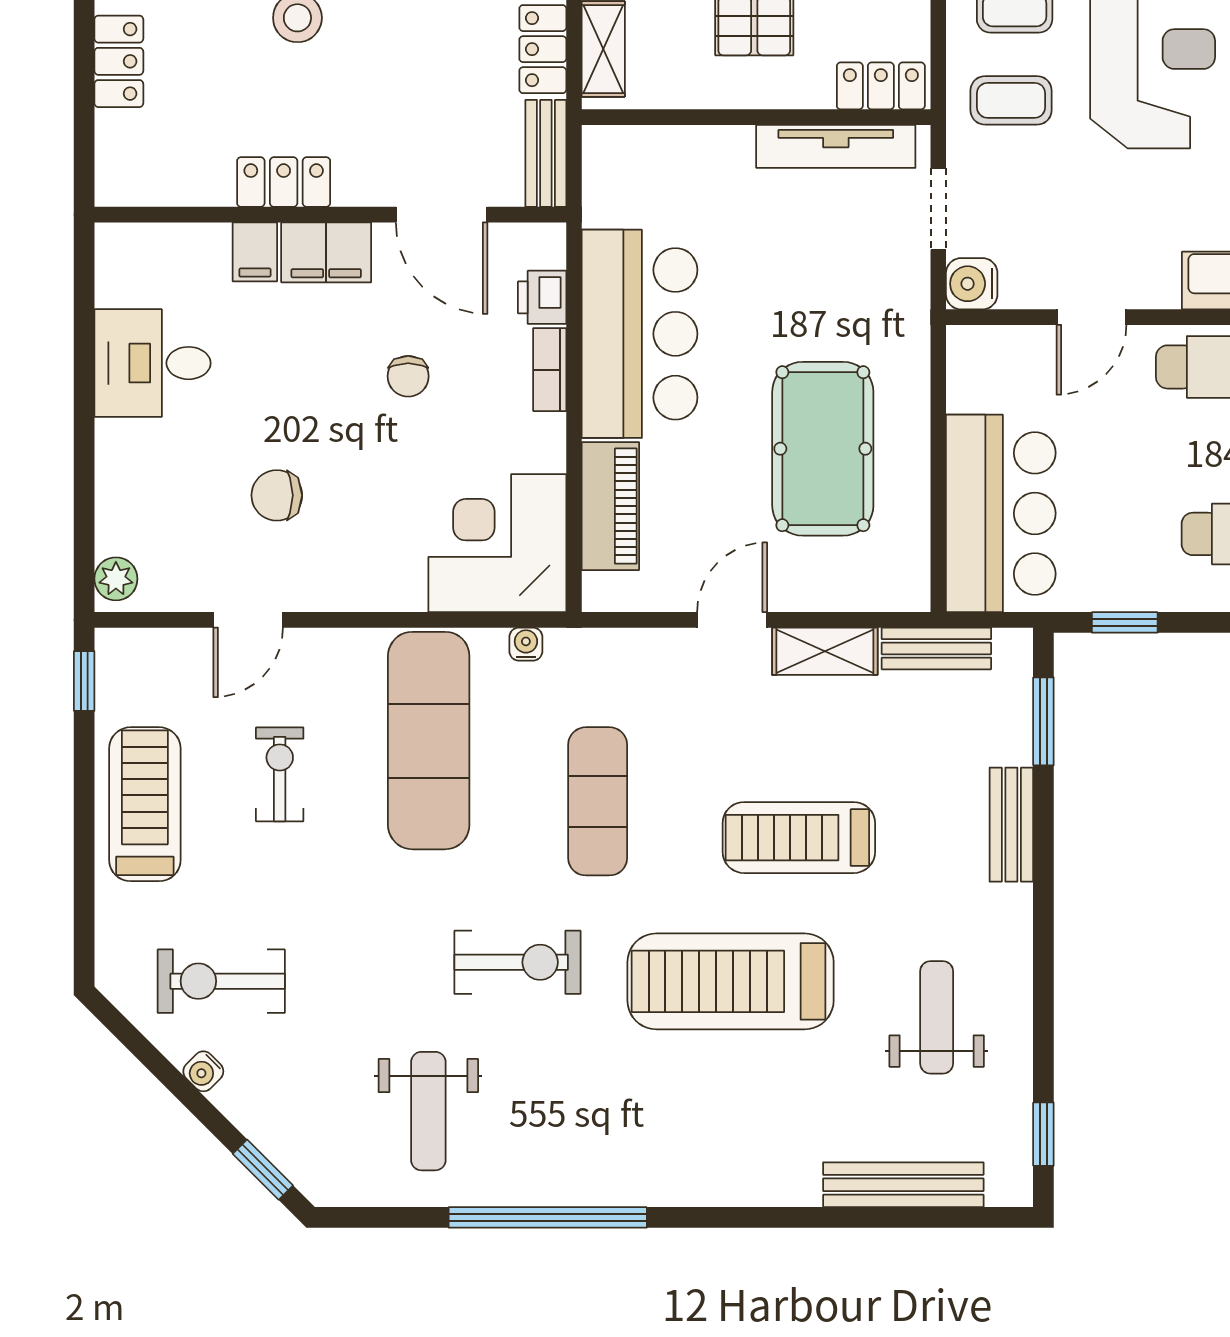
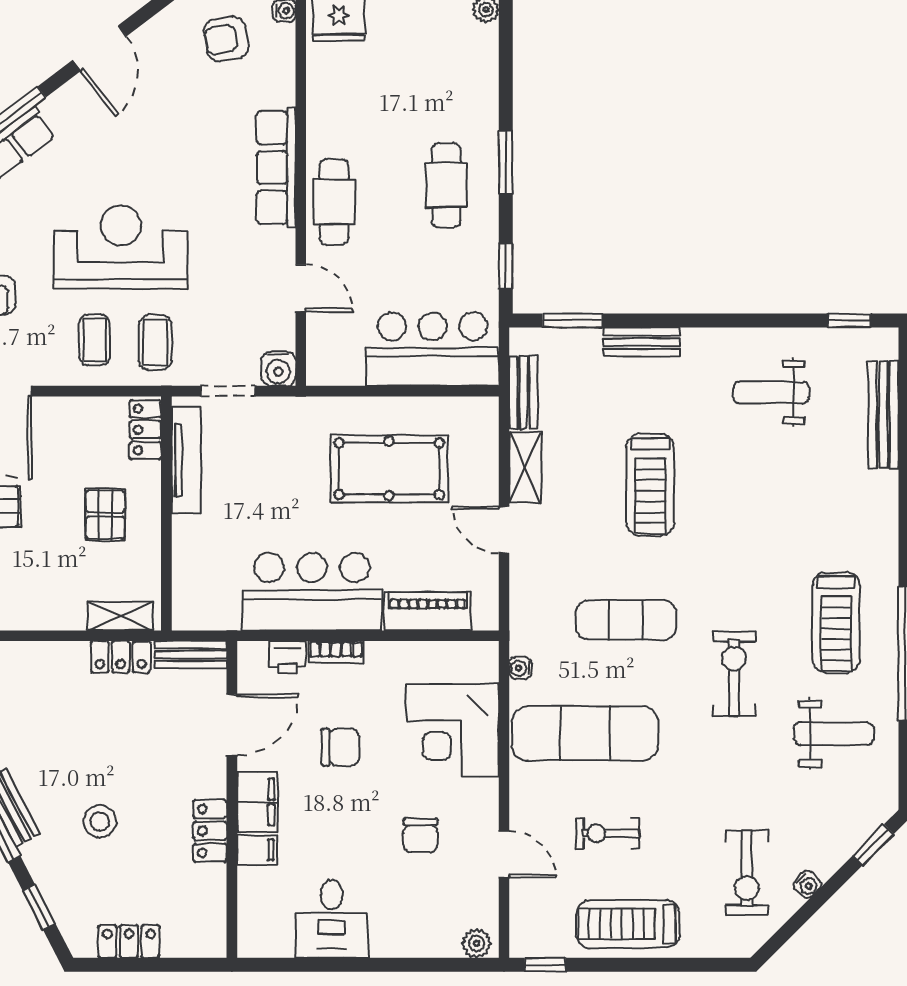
chair: (408, 376) -> (340, 747), width x1.37, depth x1.37
corner desk: (497, 543) -> (453, 730), moved
treadmill: (731, 981) -> (836, 623), moved, width x0.73, depth x0.73

